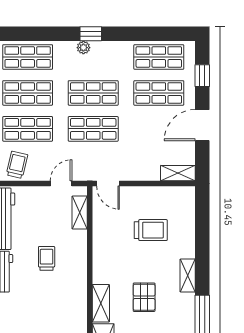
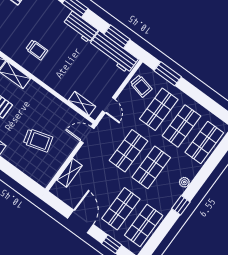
window: (91, 34) -> (181, 205), moved
shelving: (178, 173) -> (69, 173), moved
trolley: (151, 230) -> (38, 140), turned -106
trolley: (47, 258) -> (37, 50), moved

